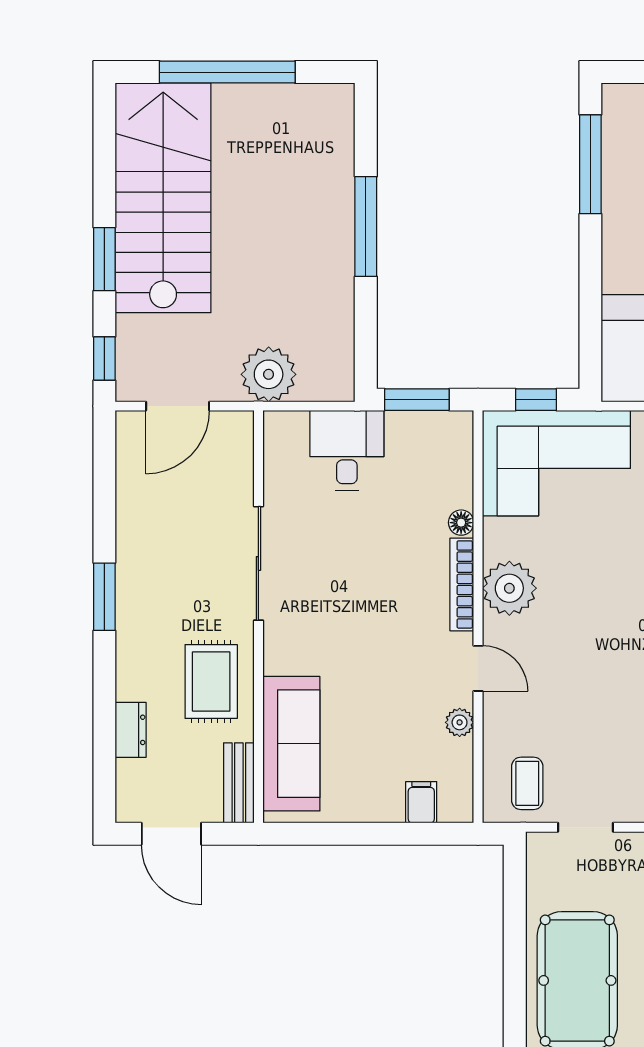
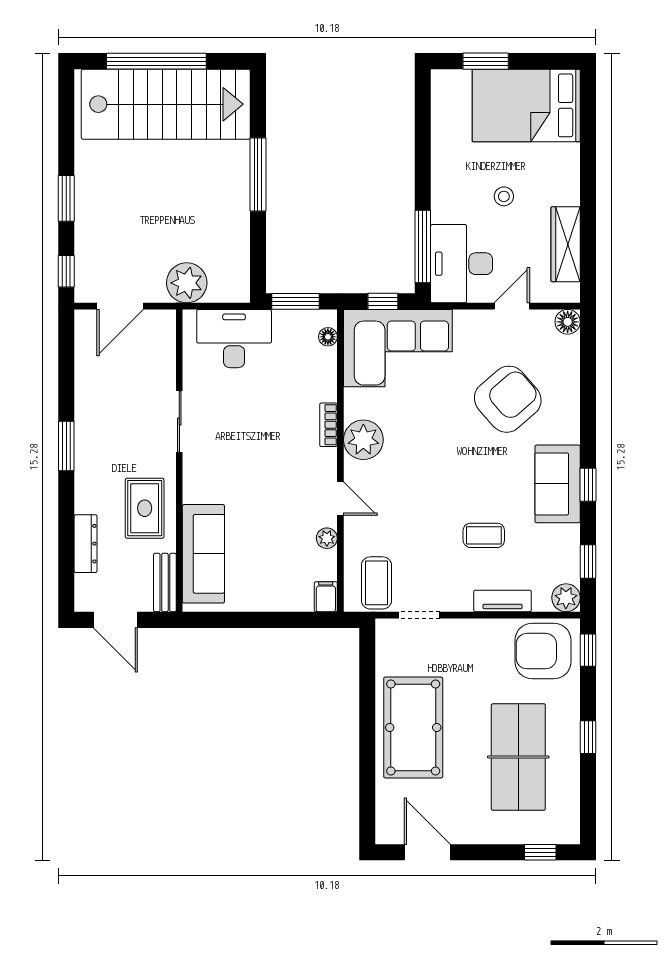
window: (590, 164) -> (423, 247), moved
stairs: (163, 198) -> (166, 104), moved, turned 90
desk: (347, 450) -> (234, 339), width x1.37
floor lamp: (461, 523) -> (328, 337), moved
sliding door: (258, 563) -> (179, 422), width x0.73
bookcase: (462, 584) -> (328, 425), width x0.64
dresser: (131, 730) -> (86, 544), width x1.44
coffee table: (527, 783) -> (376, 583), width x1.36, depth x1.30
filing cabinet: (421, 802) -> (326, 597), moved

